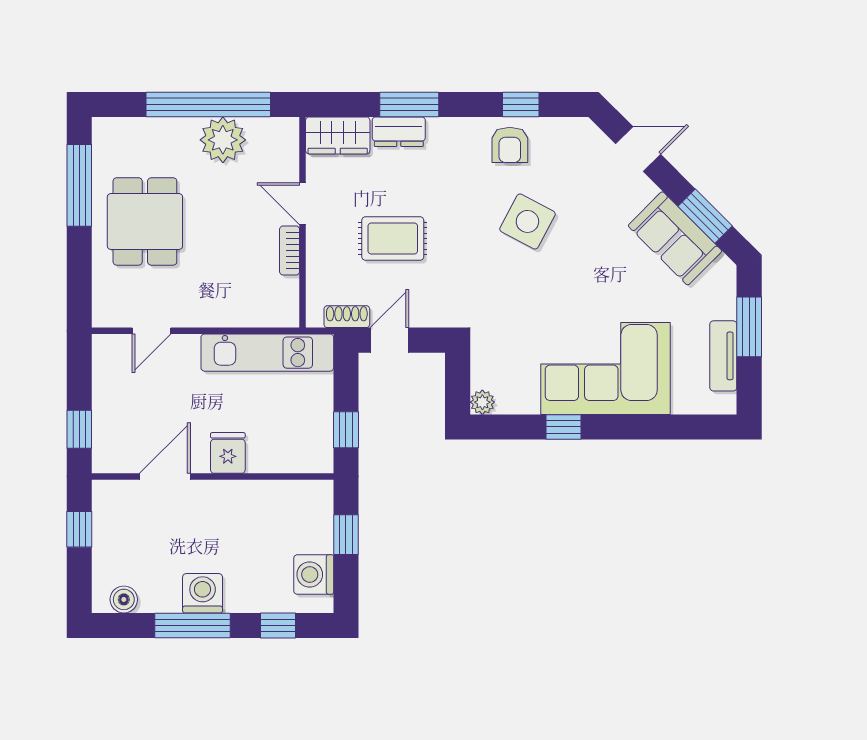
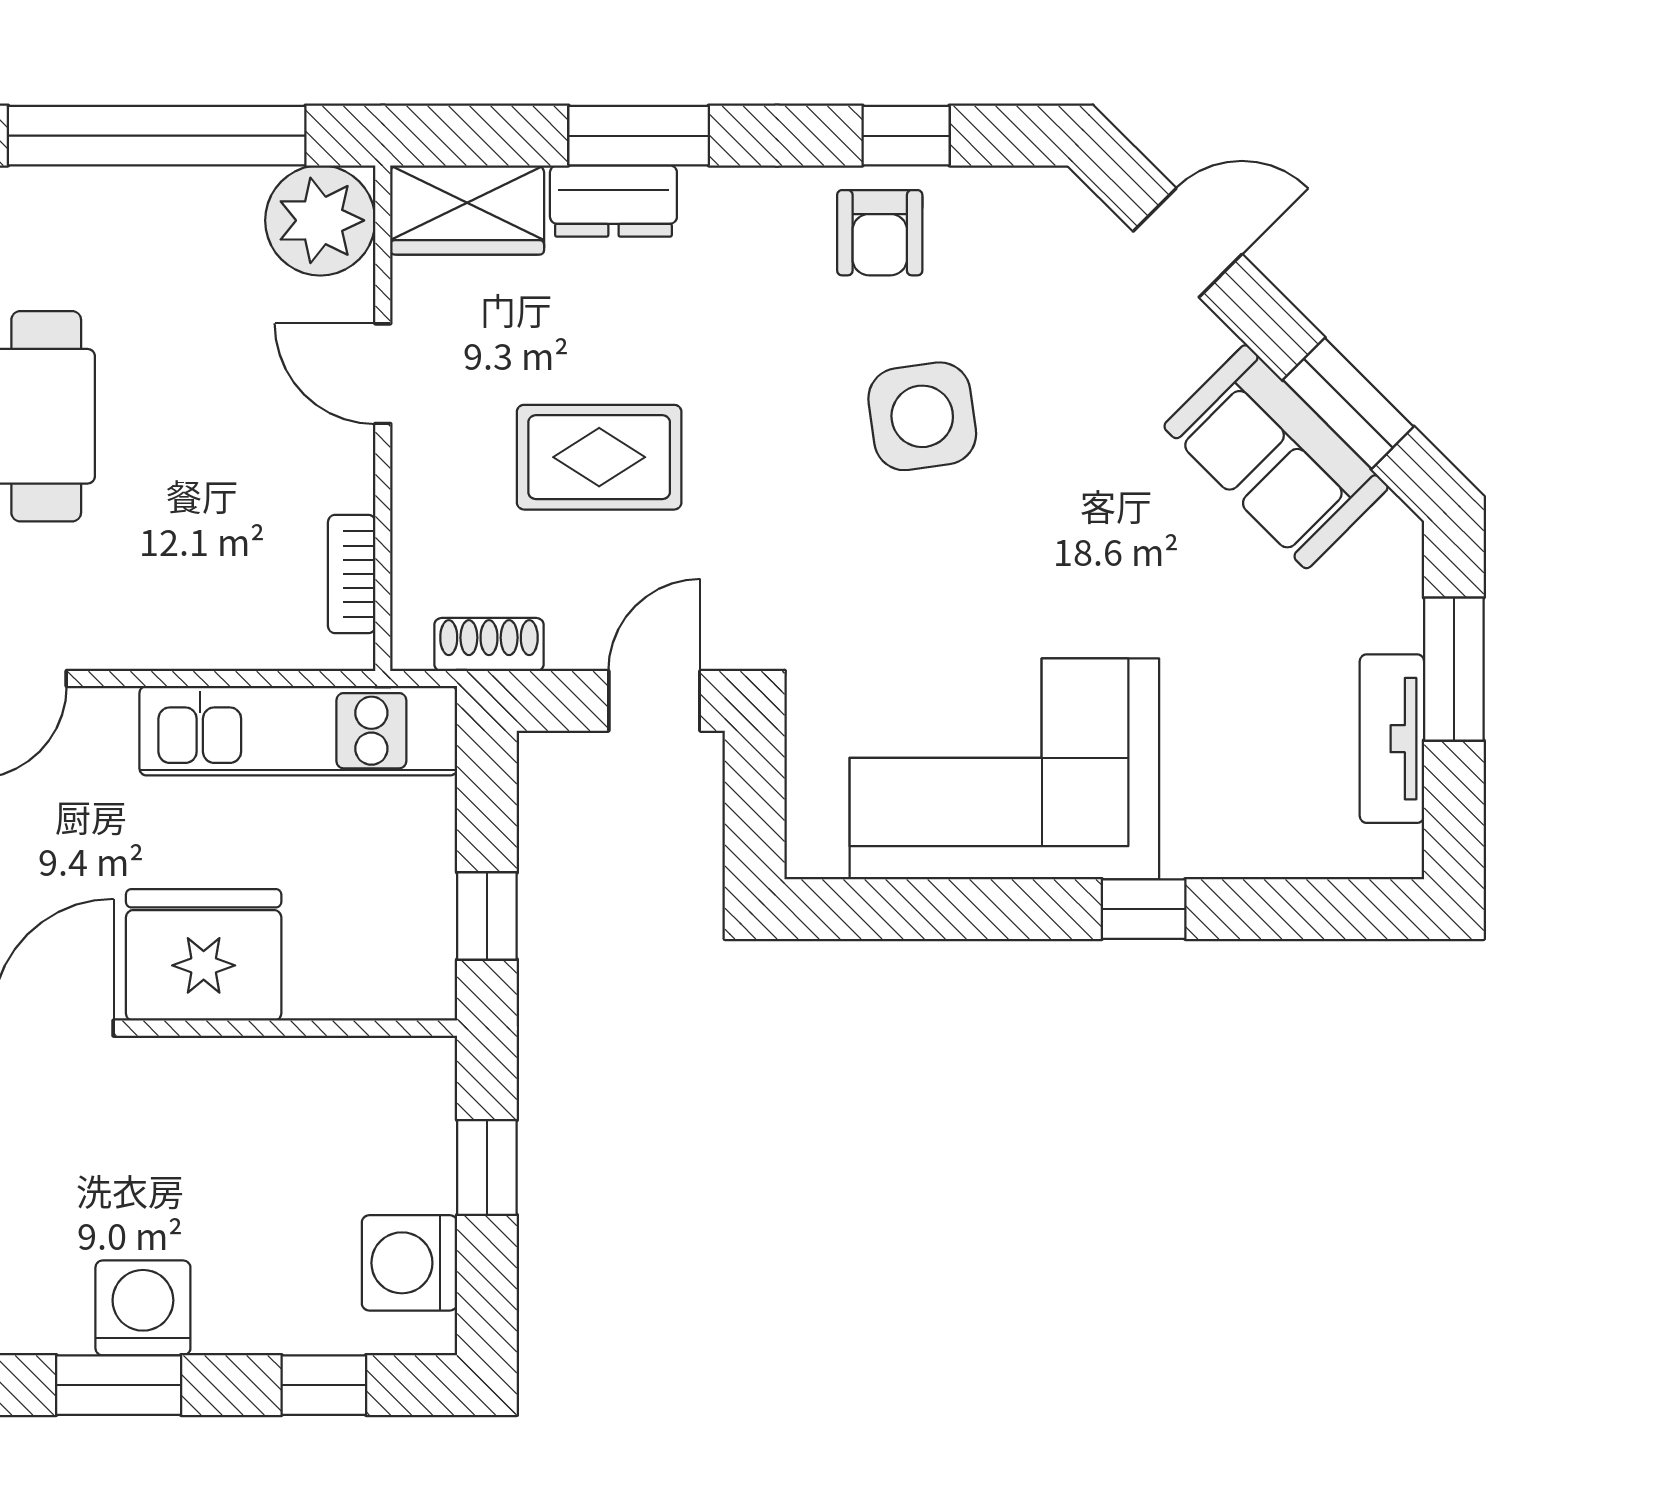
plant: (223, 140) -> (320, 220), moved
side table: (527, 221) -> (922, 416), turned -36
bookcase: (290, 250) -> (352, 574), moved
door: (389, 340) -> (654, 701), moved
corner sofa: (605, 368) -> (1004, 769), moved
plant: (482, 402) -> (814, 850), removed
window: (563, 427) -> (1144, 909), moved
fridge: (228, 453) -> (204, 955), width x1.88, depth x1.34
window: (192, 625) -> (119, 1385), width x0.69

